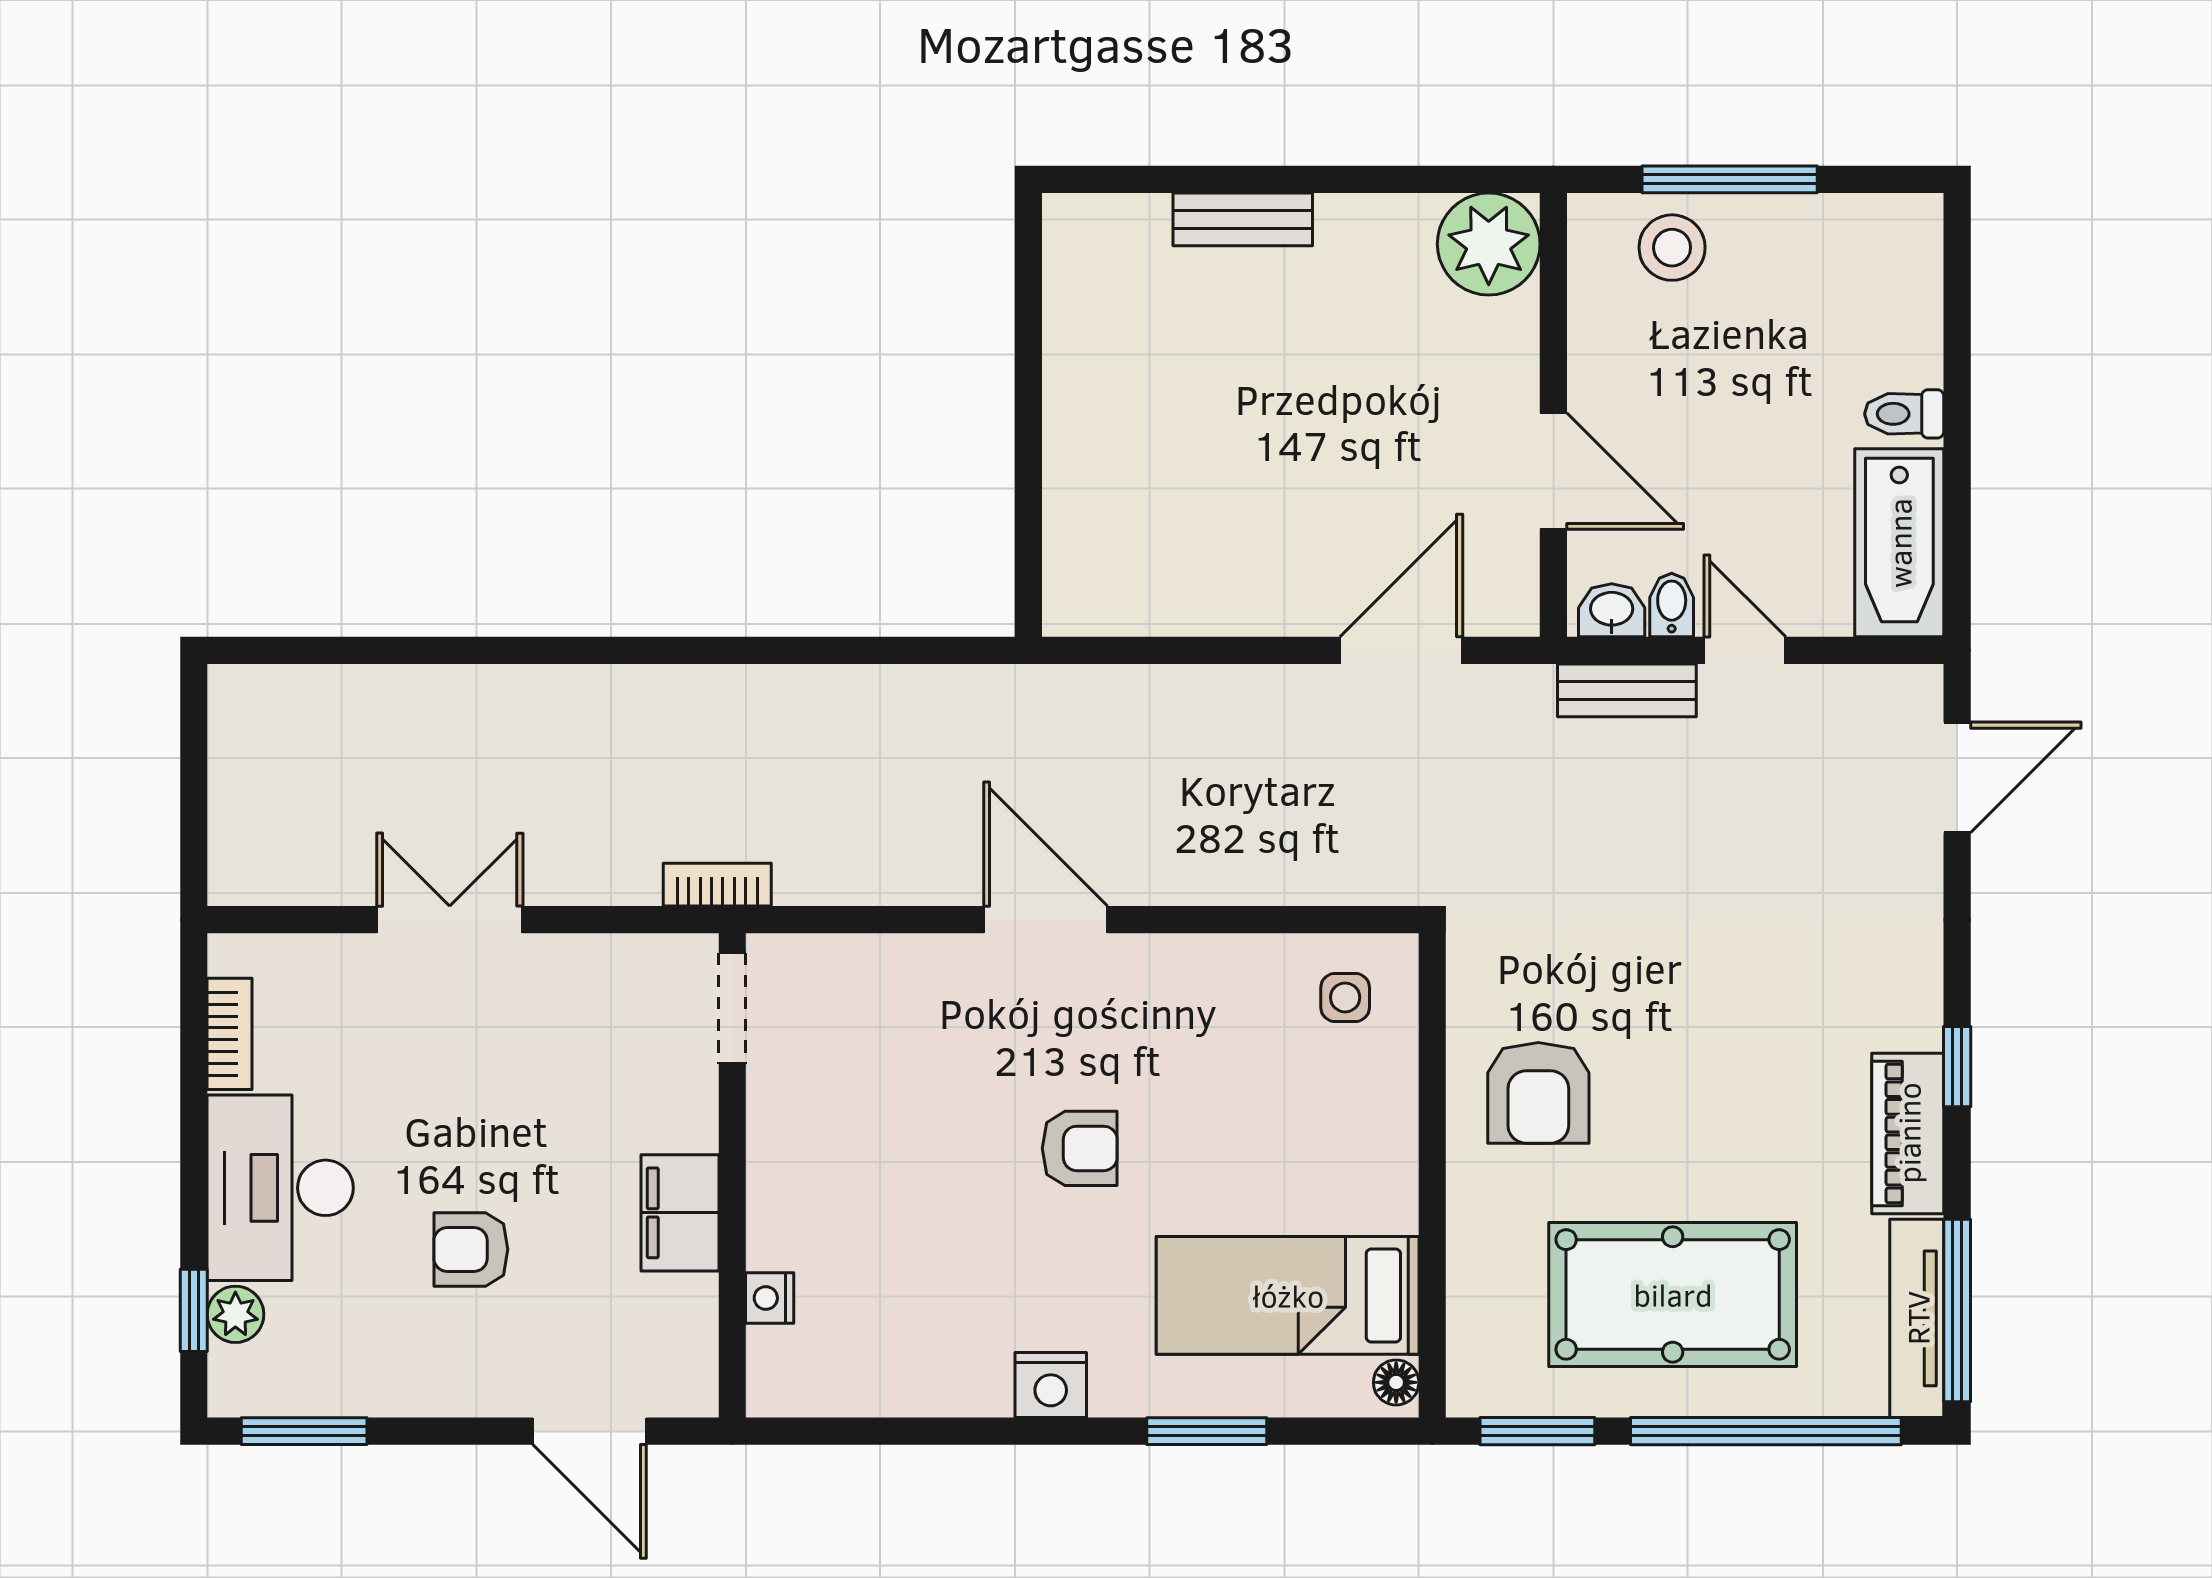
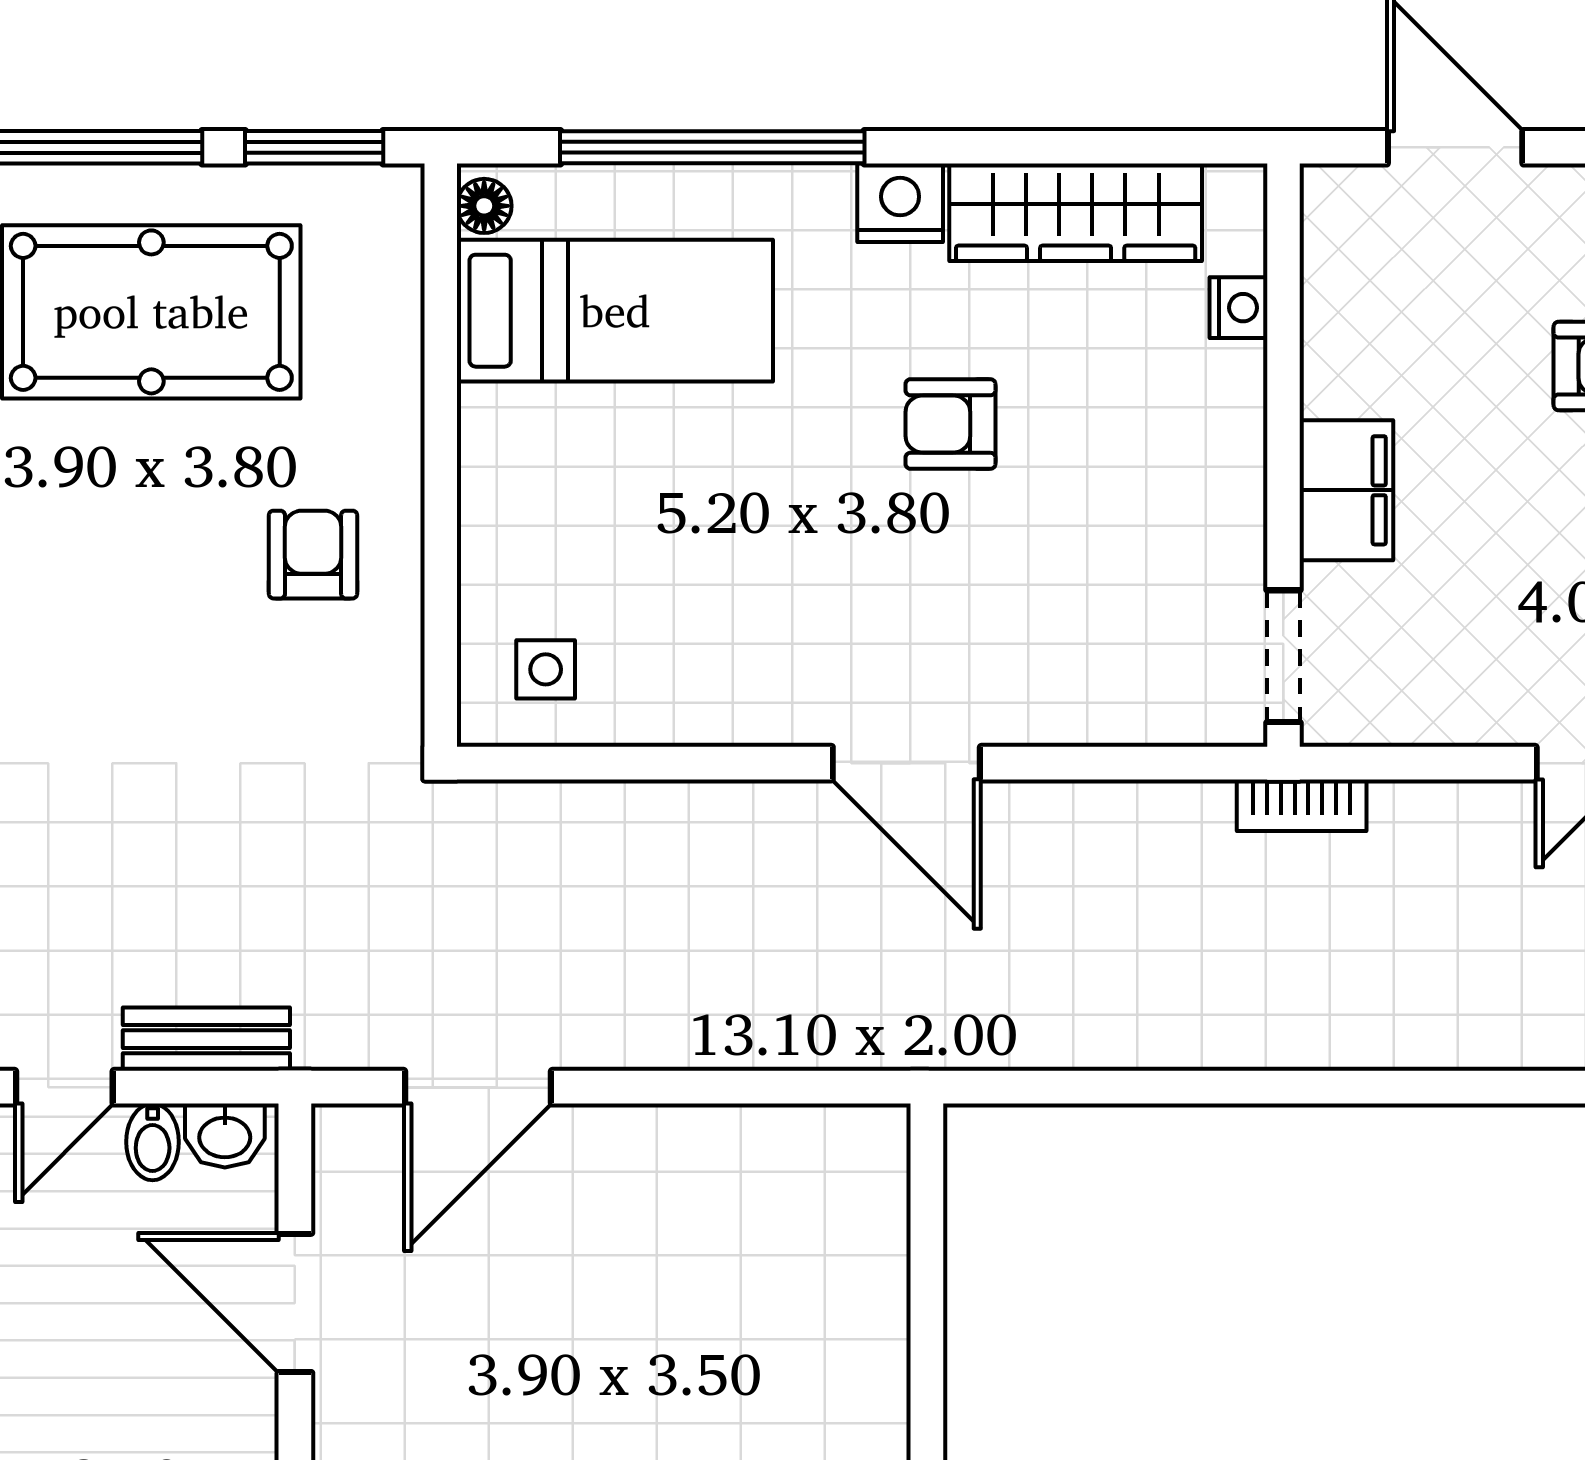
door: (1745, 650) -> (64, 1087), hinge flipped
armchair: (1538, 1093) -> (313, 555), width x0.72, depth x0.72
armchair: (1080, 1148) -> (950, 424), moved
filing cabinet: (680, 1213) -> (1346, 490), moved
wardrobe: (905, 1377) -> (1076, 212), added
window: (1207, 1431) -> (712, 147), width x2.11

